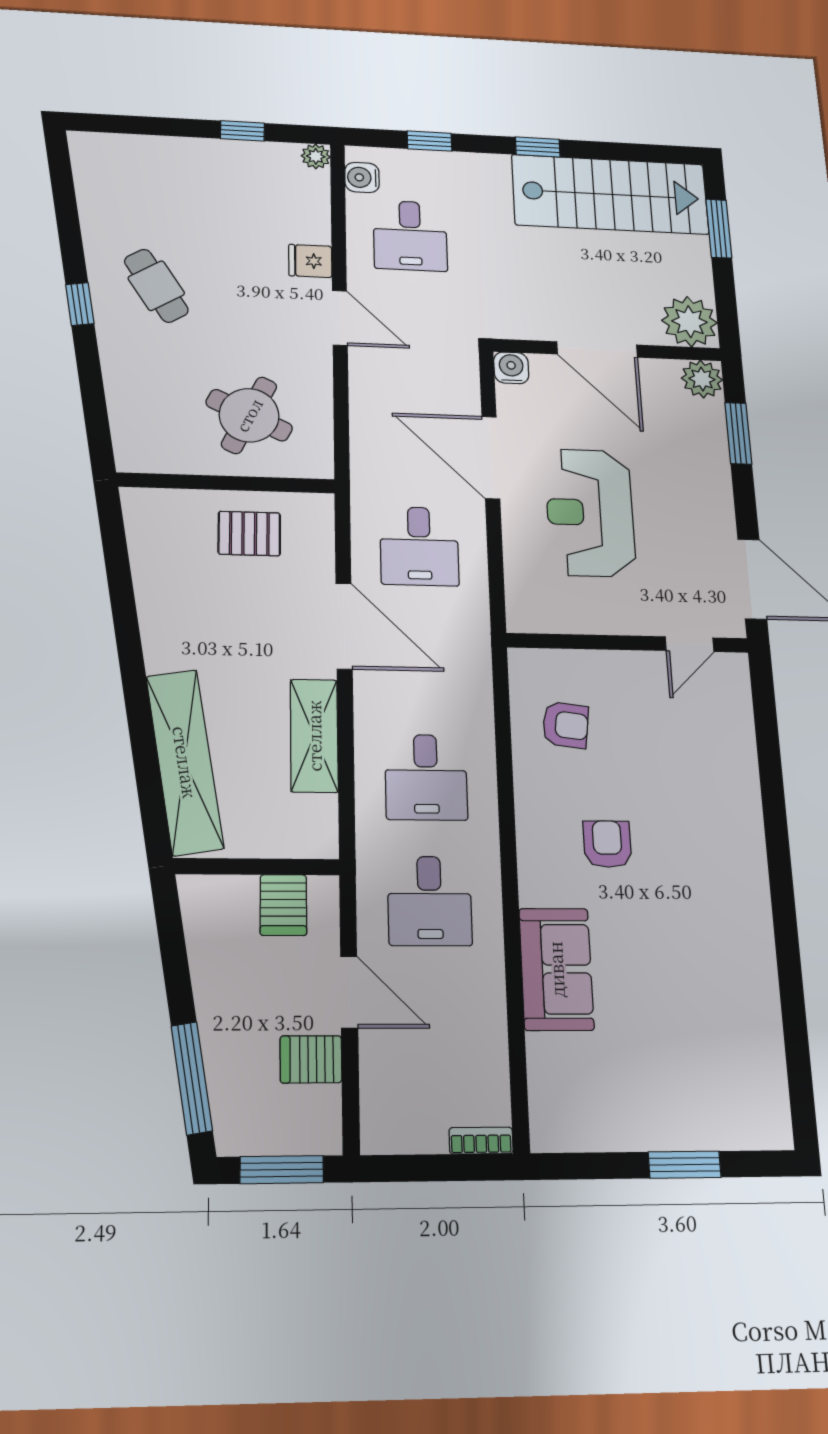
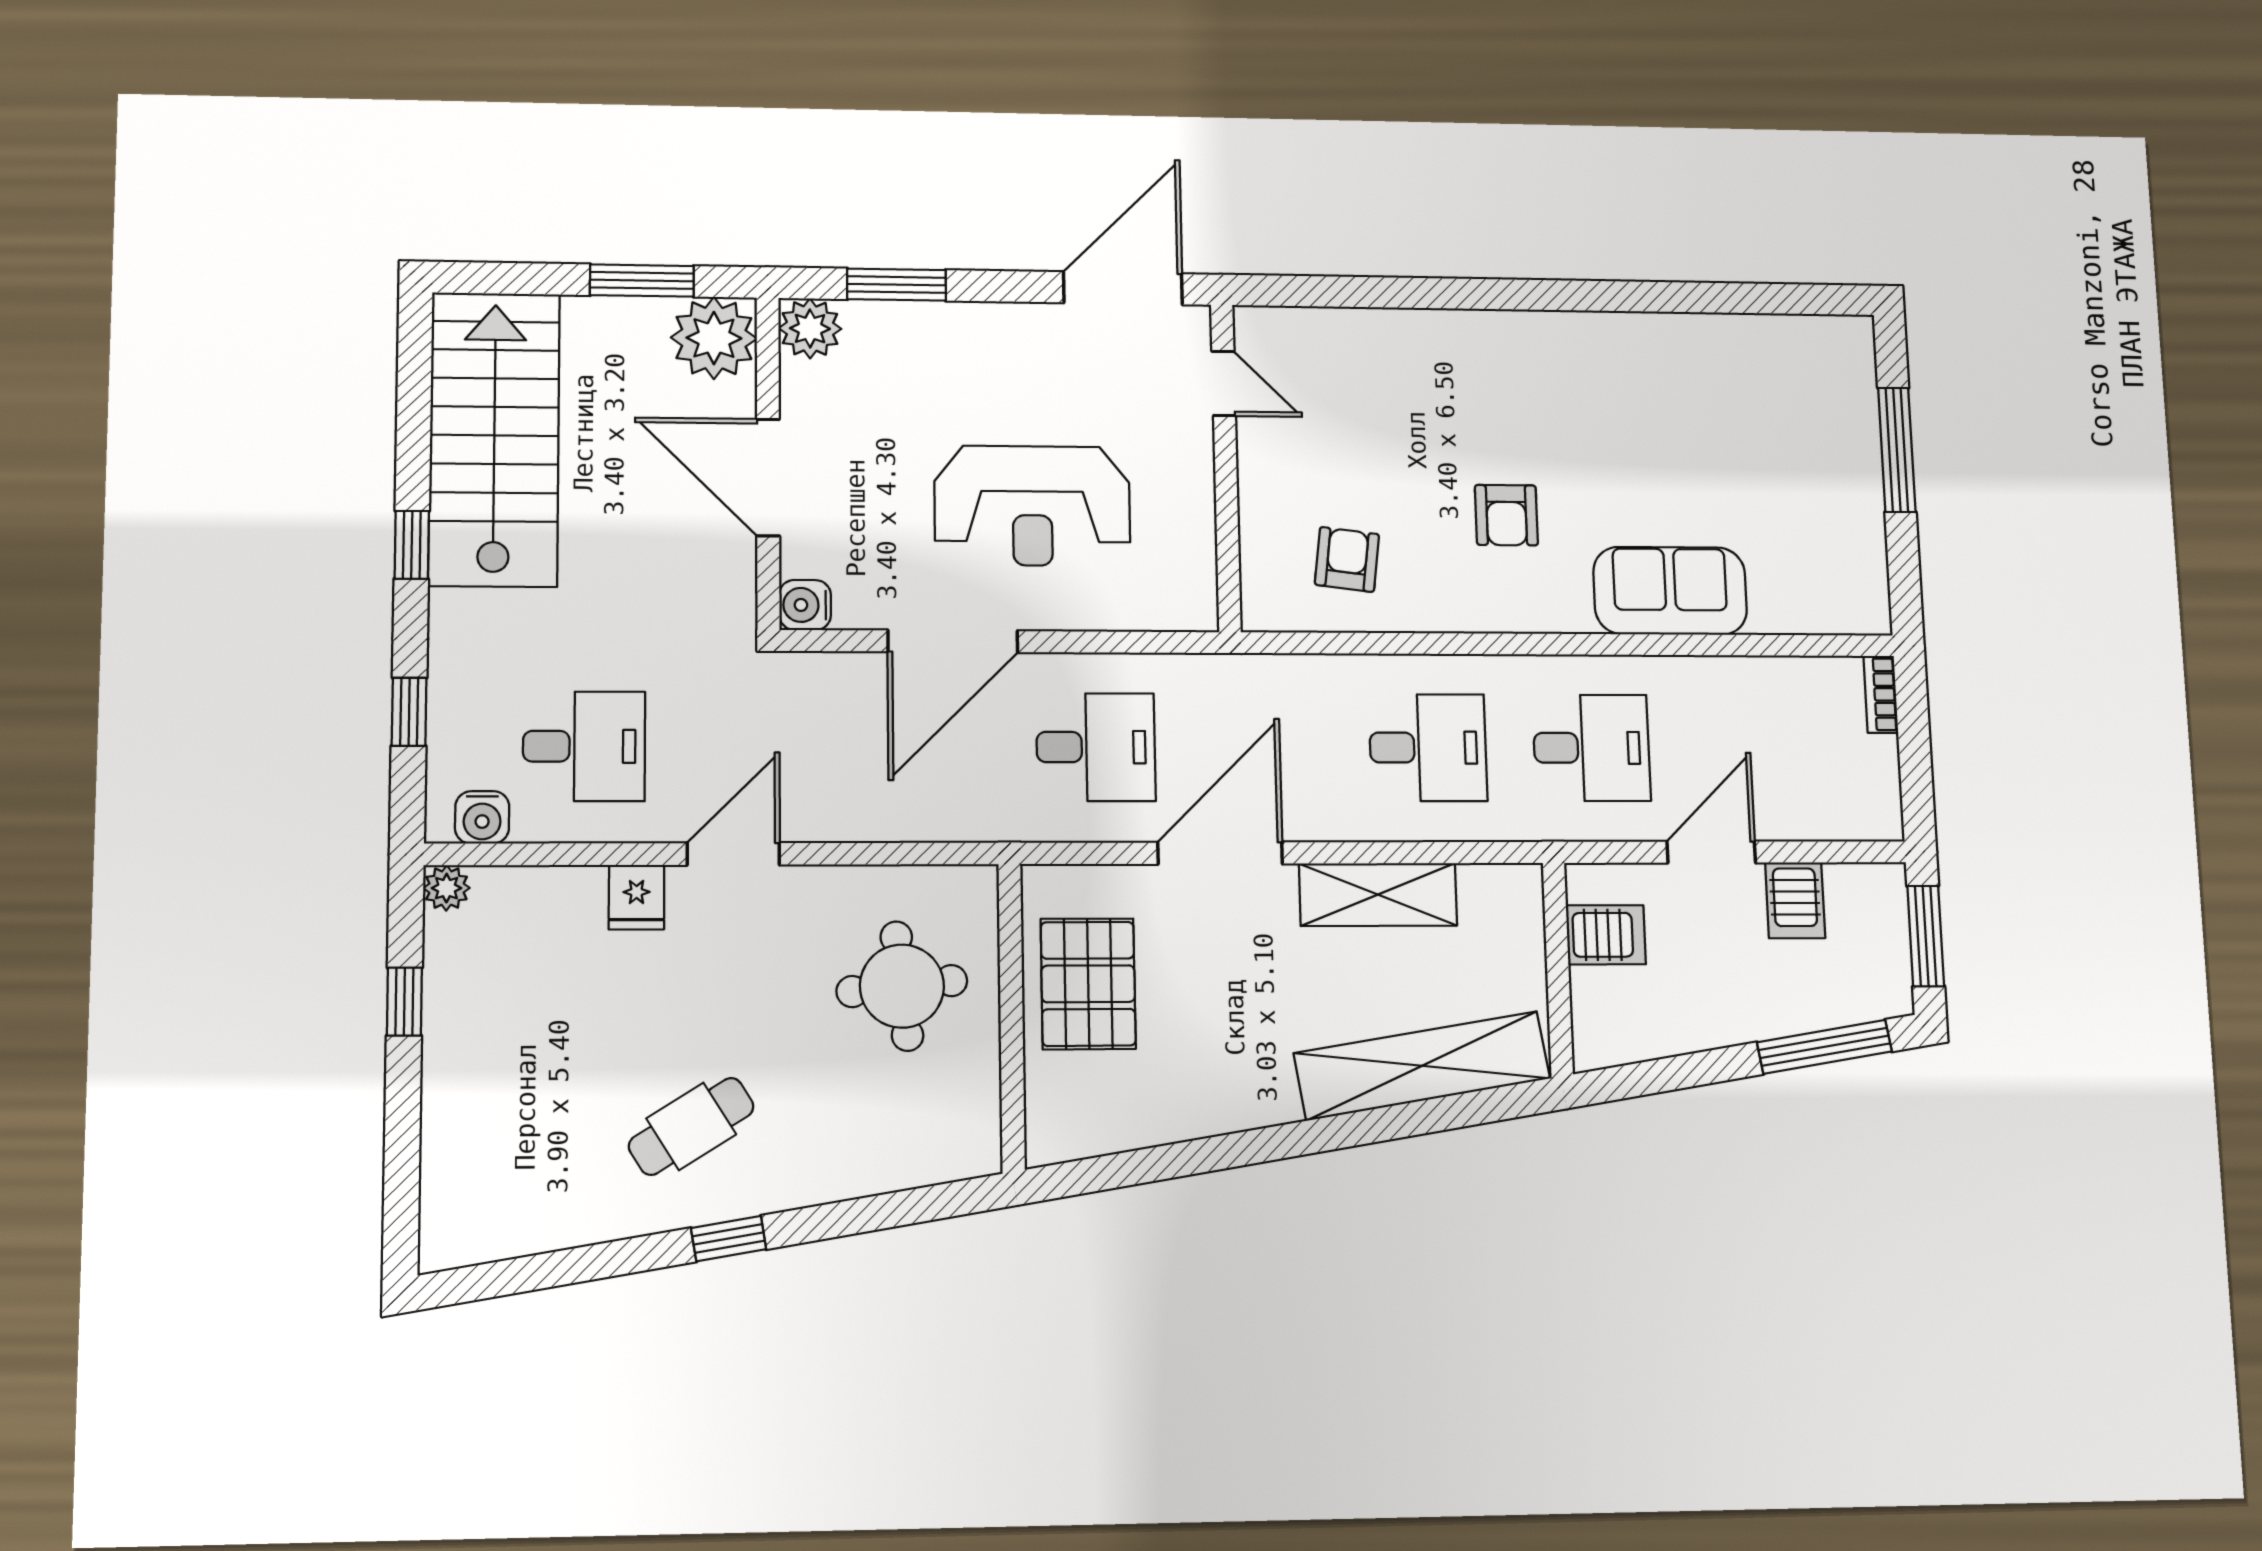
window: (719, 229) -> (642, 281), moved
door: (597, 349) -> (768, 478), swing flipped
round table: (249, 415) -> (902, 986), turned -32
pallet: (249, 533) -> (1088, 984), width x1.50, depth x1.42
armchair: (607, 844) -> (1506, 515), turned -90
window: (685, 1165) -> (1897, 450), width x1.44

